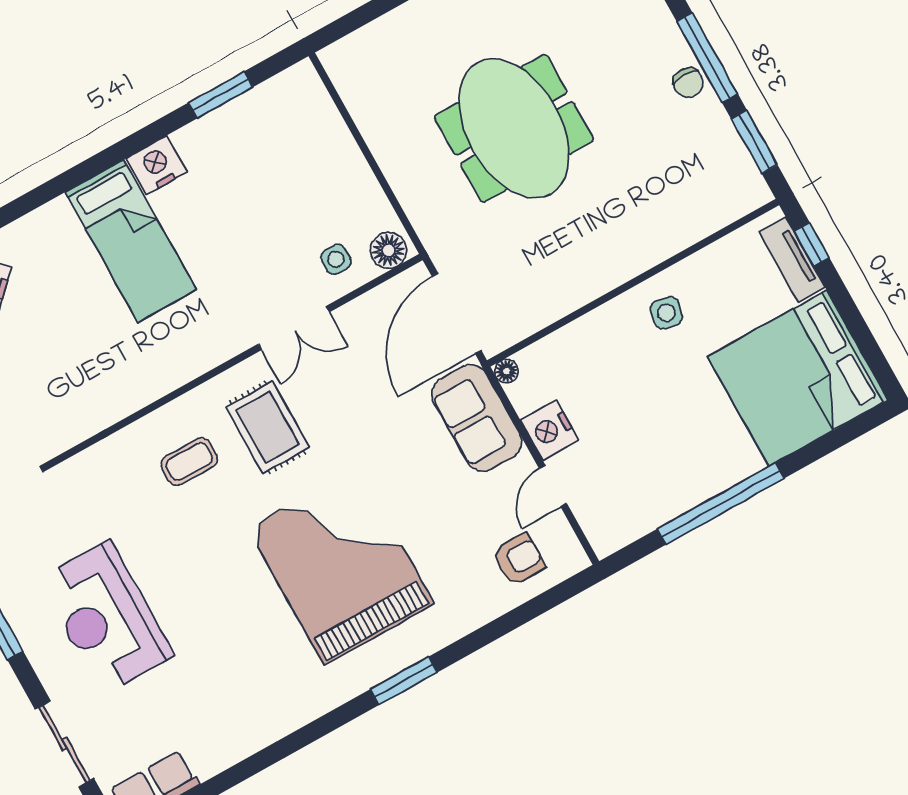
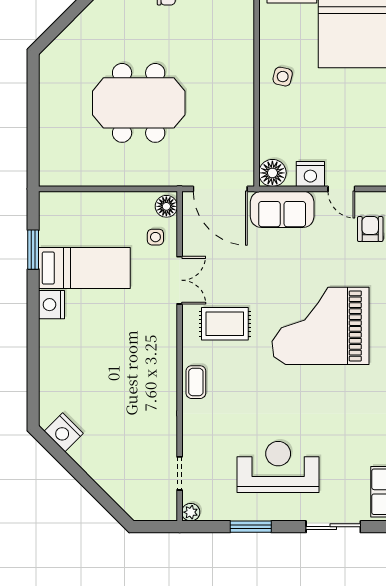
bed: (131, 241) -> (84, 268), moved
floor lamp: (506, 371) -> (272, 173), width x1.89, depth x1.89
coffee table: (189, 462) -> (196, 382), moved
reception desk: (106, 618) -> (278, 467), turned 180

